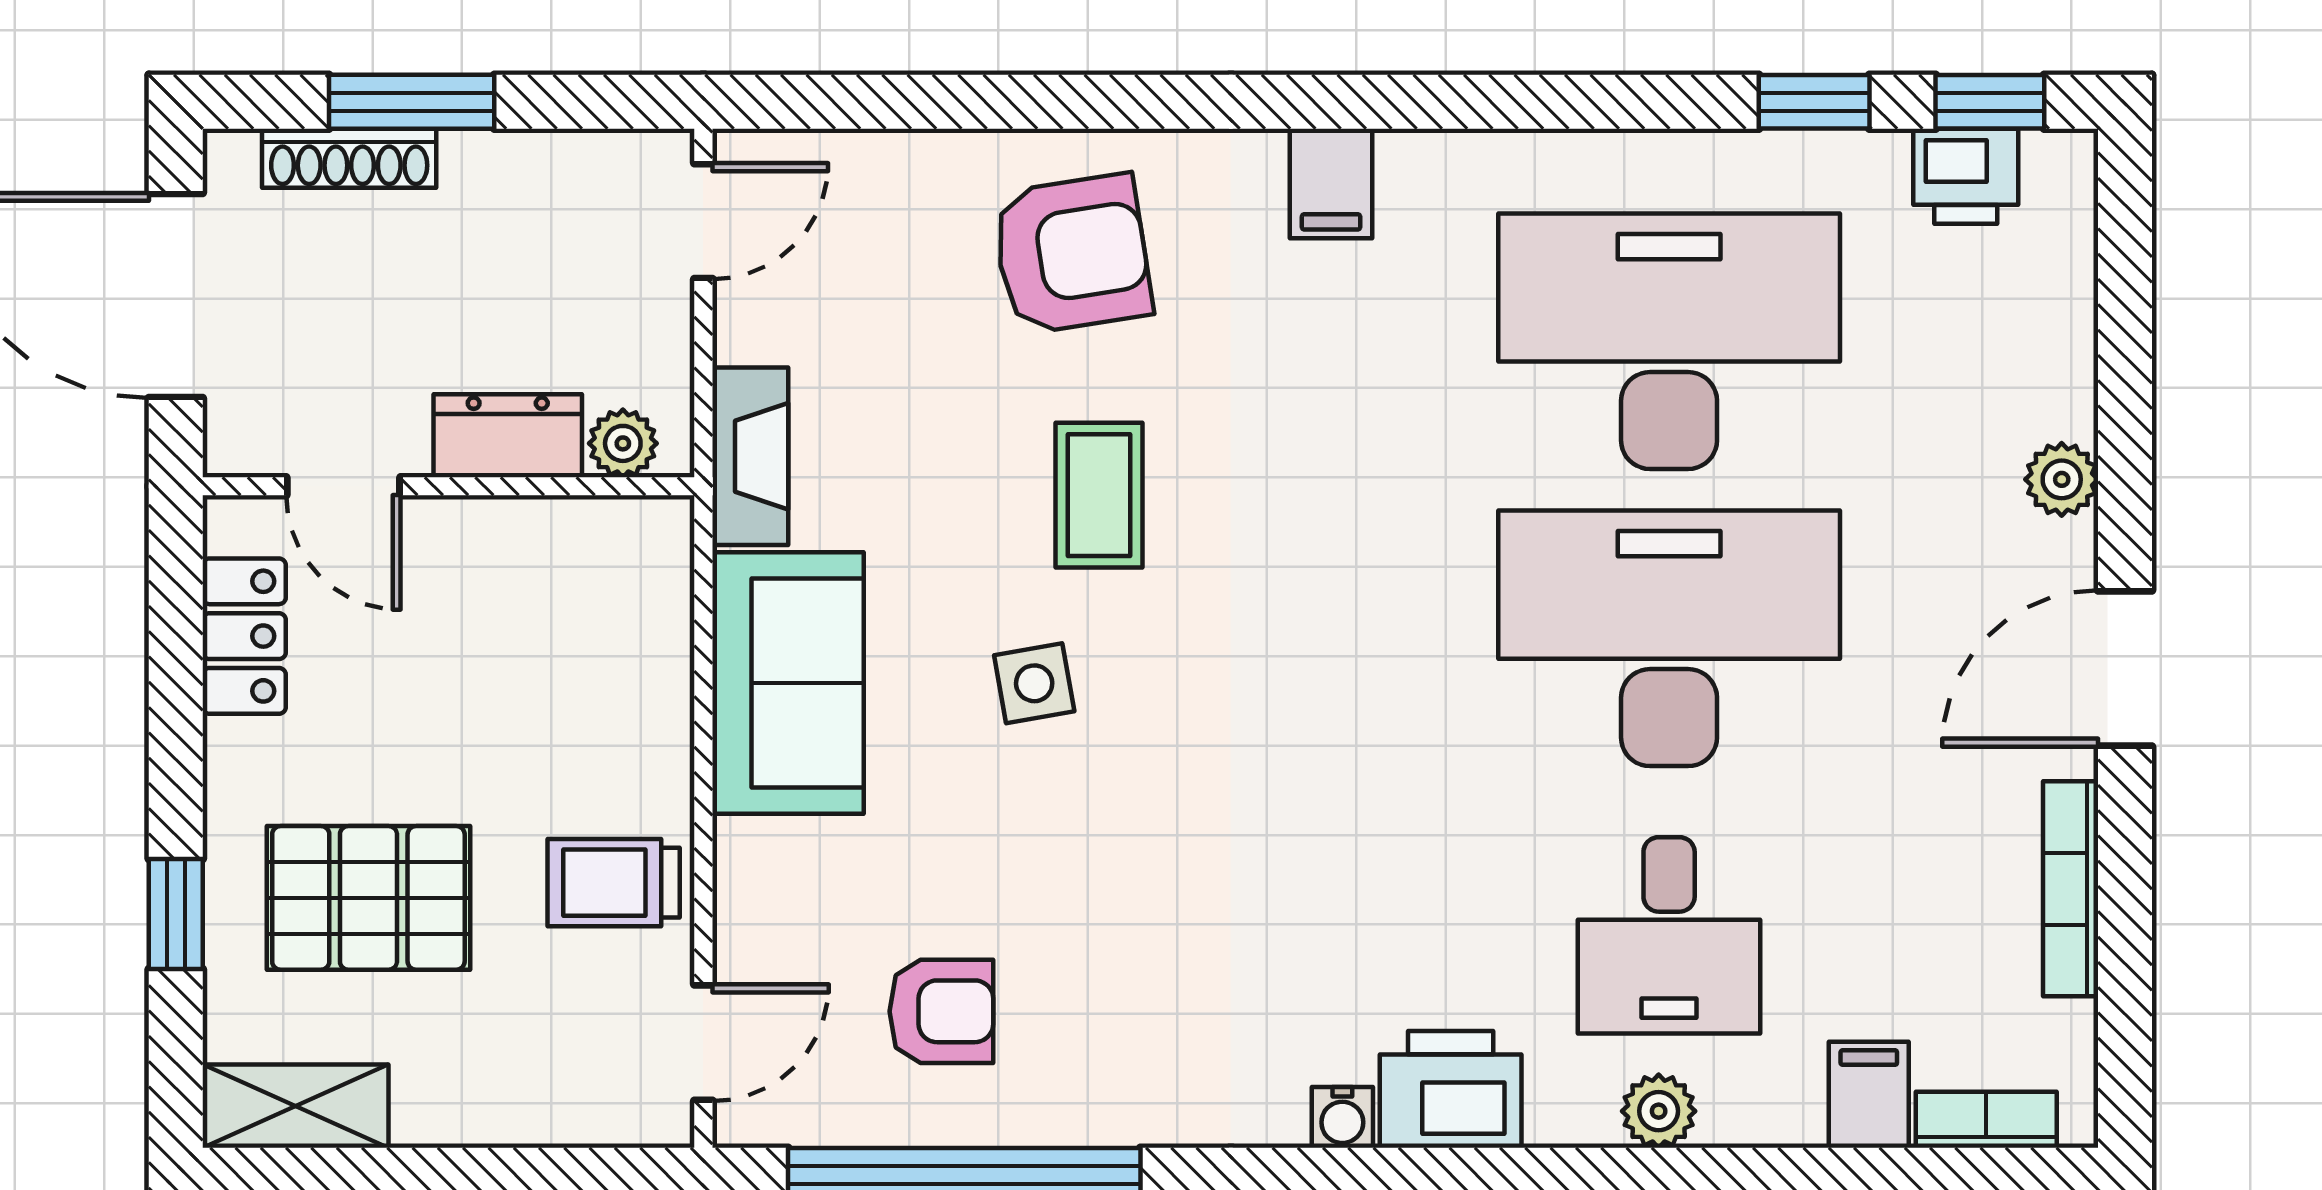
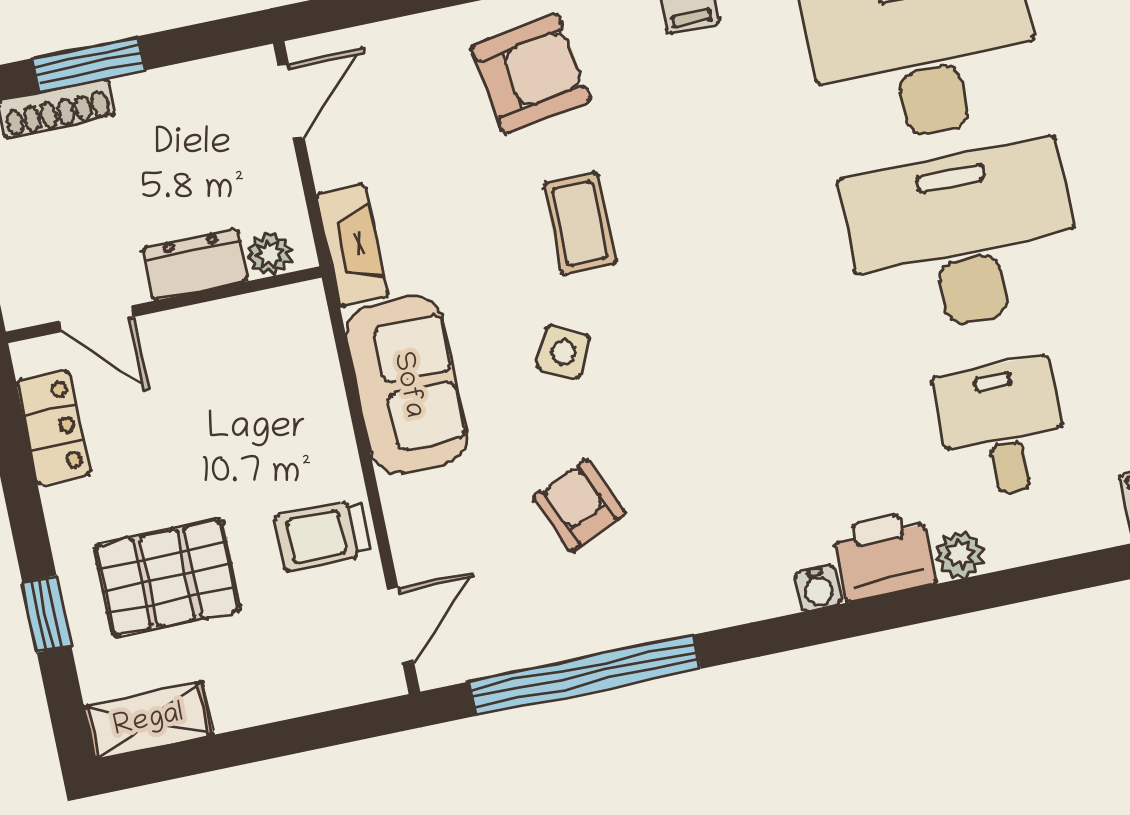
side table: (1034, 683) -> (564, 352), turned 37
desk: (1669, 935) -> (1002, 429), turned 180
armchair: (941, 1011) -> (579, 505), moved, turned -114
plant: (1659, 1111) -> (960, 554), moved

